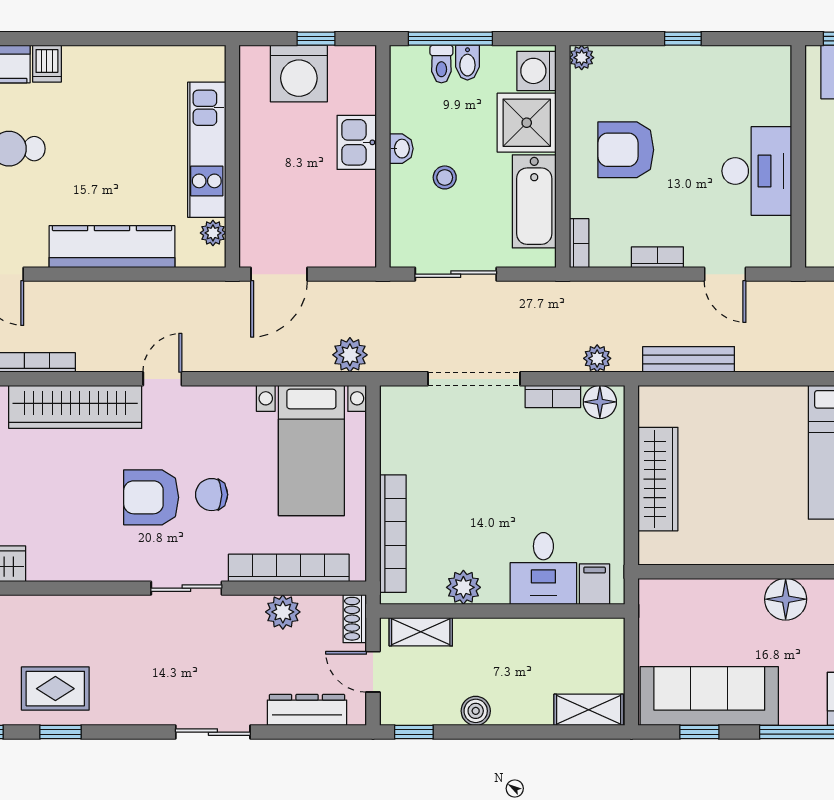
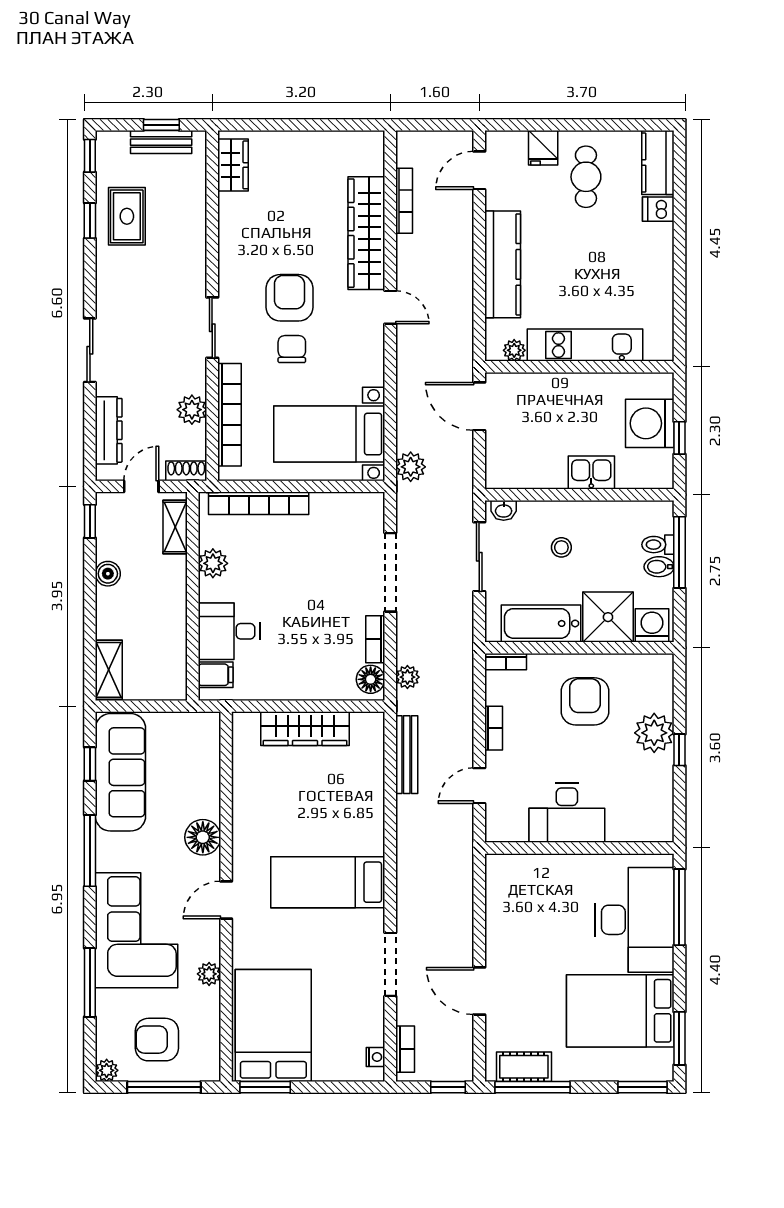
plant: (582, 58) -> (654, 733), moved, width x1.88, depth x1.88
washbasin: (401, 149) -> (504, 510), moved

